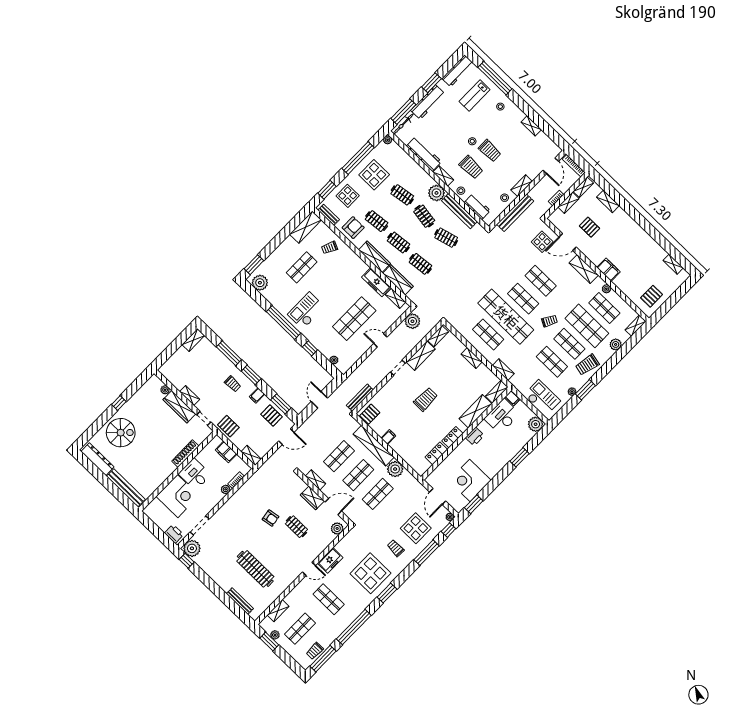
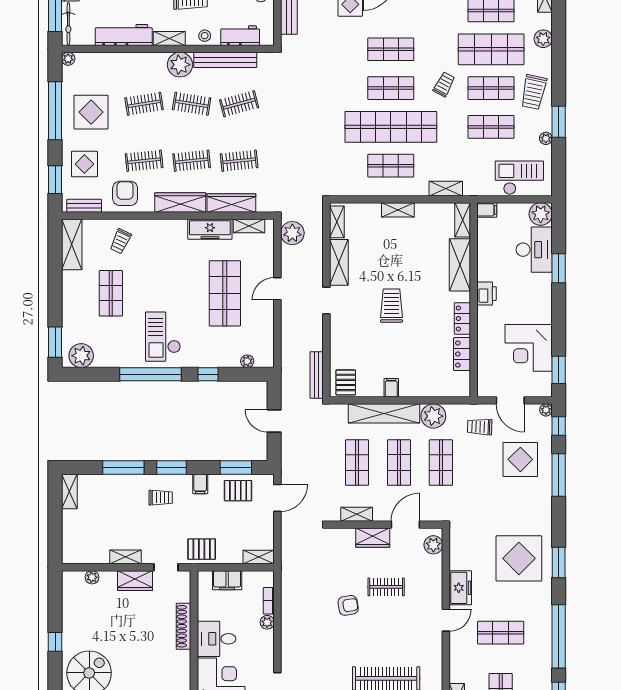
wardrobe: (179, 407) -> (135, 581), width x0.67
desk: (502, 416) -> (534, 250), moved, turned 180
trolley: (396, 548) -> (480, 427), moved

